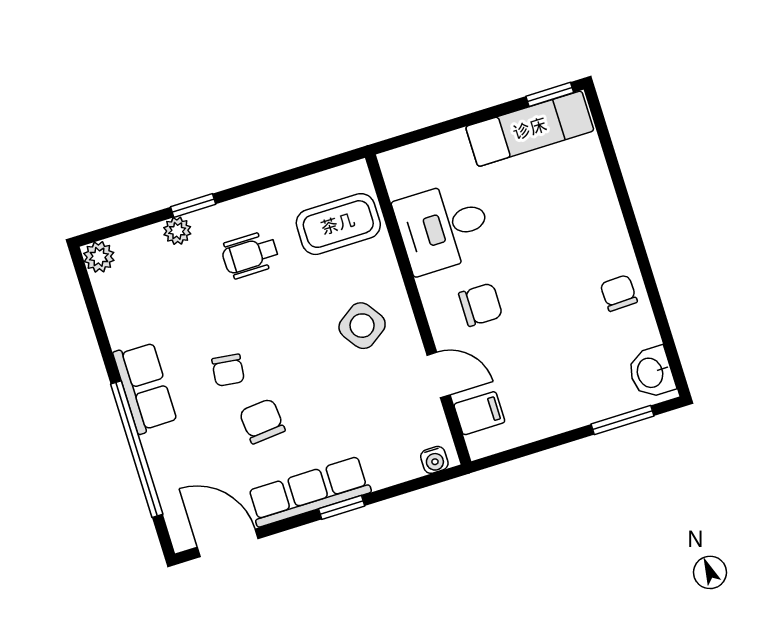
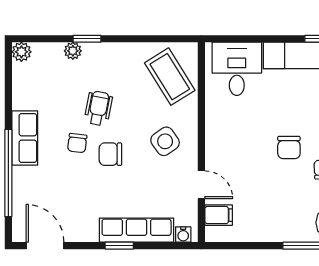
coffee table: (338, 224) -> (170, 77), turned 58
desk: (443, 227) -> (237, 69), moved, turned 90
wheelchair: (250, 255) -> (98, 108), moved, turned 101
chair: (481, 305) -> (289, 147), moved, turned 90
chair: (262, 421) -> (110, 154), moved, turned -85
row of seats: (309, 492) -> (137, 230), moved

